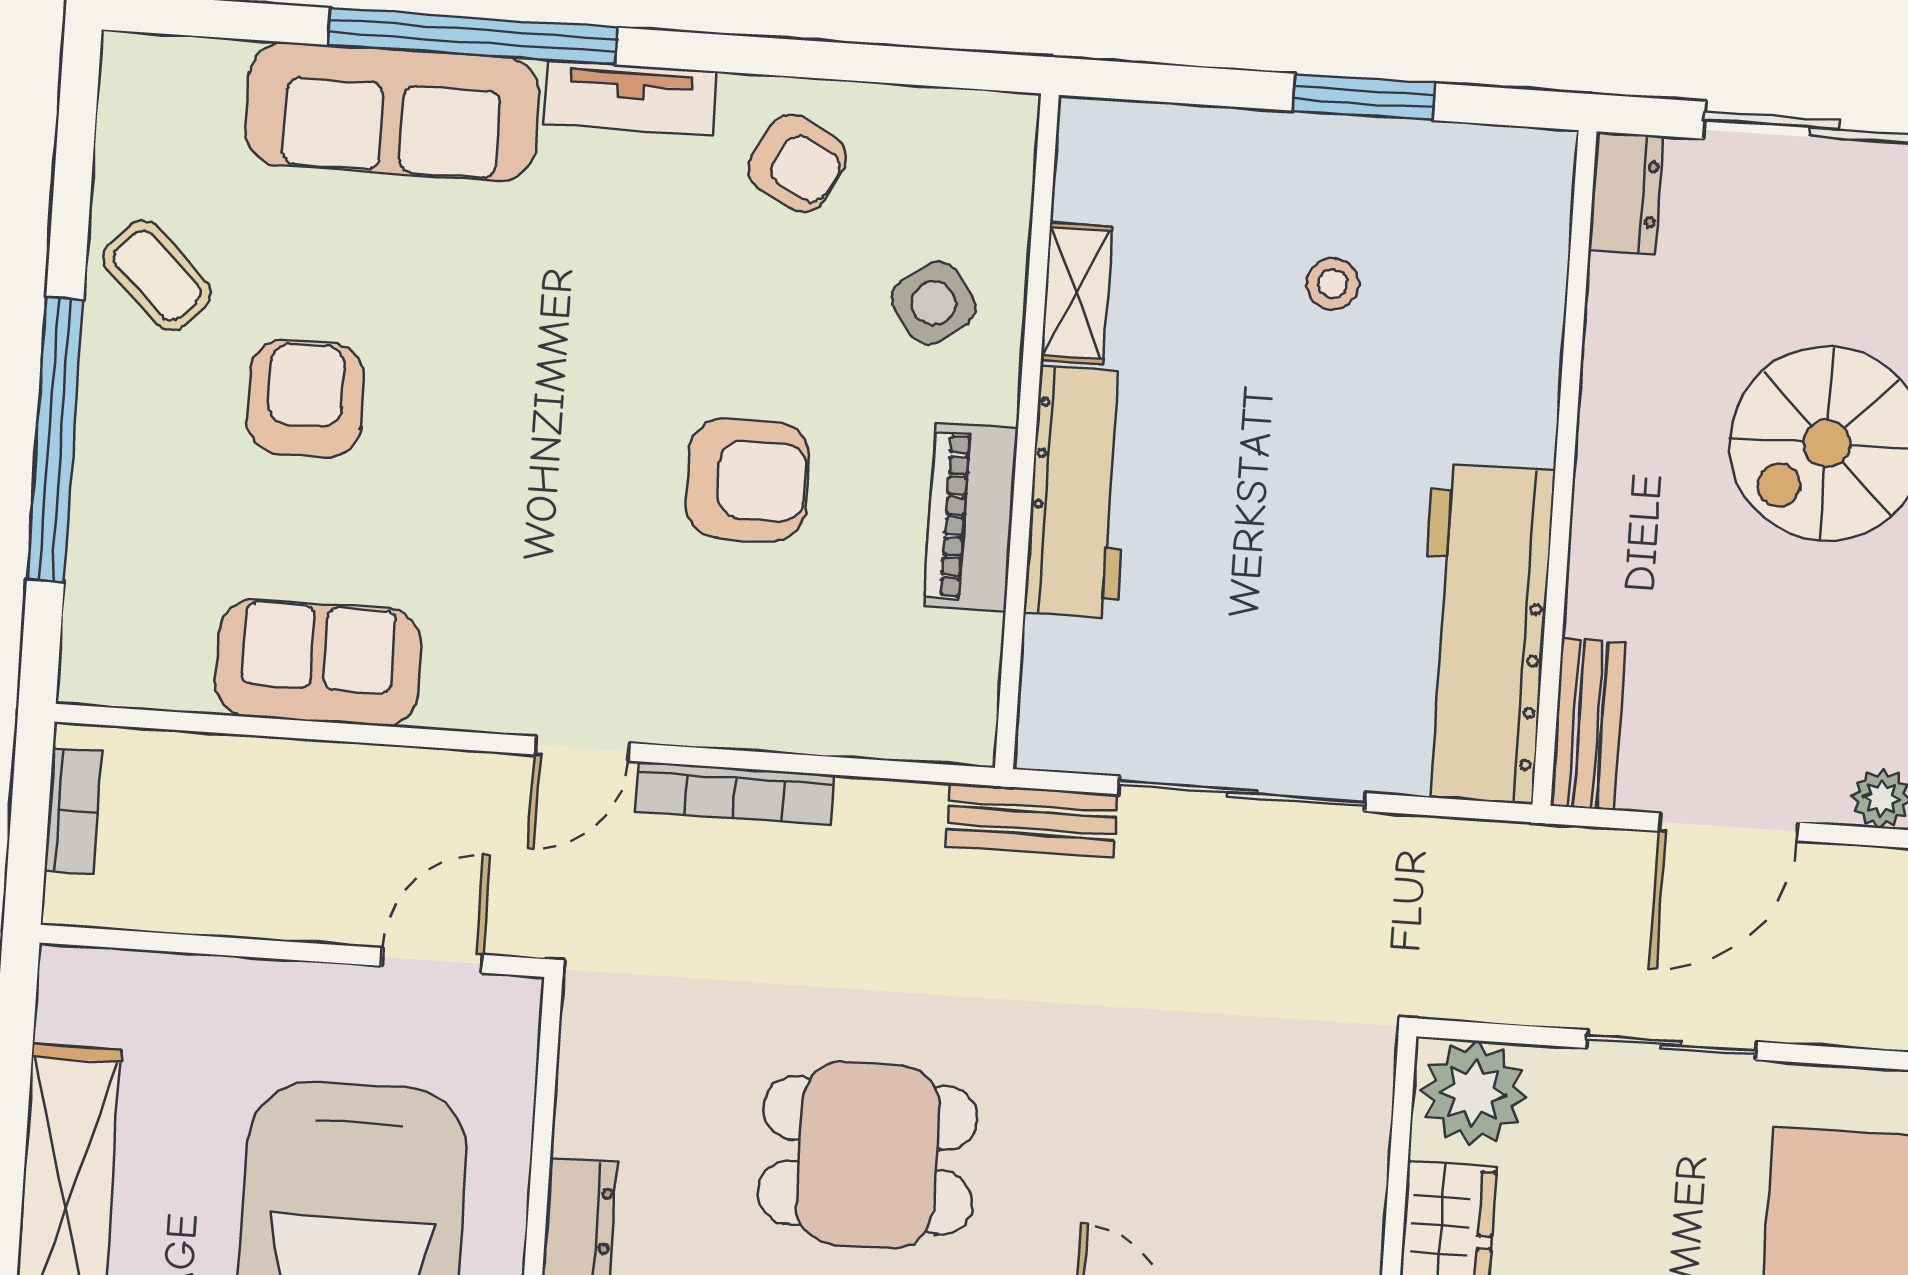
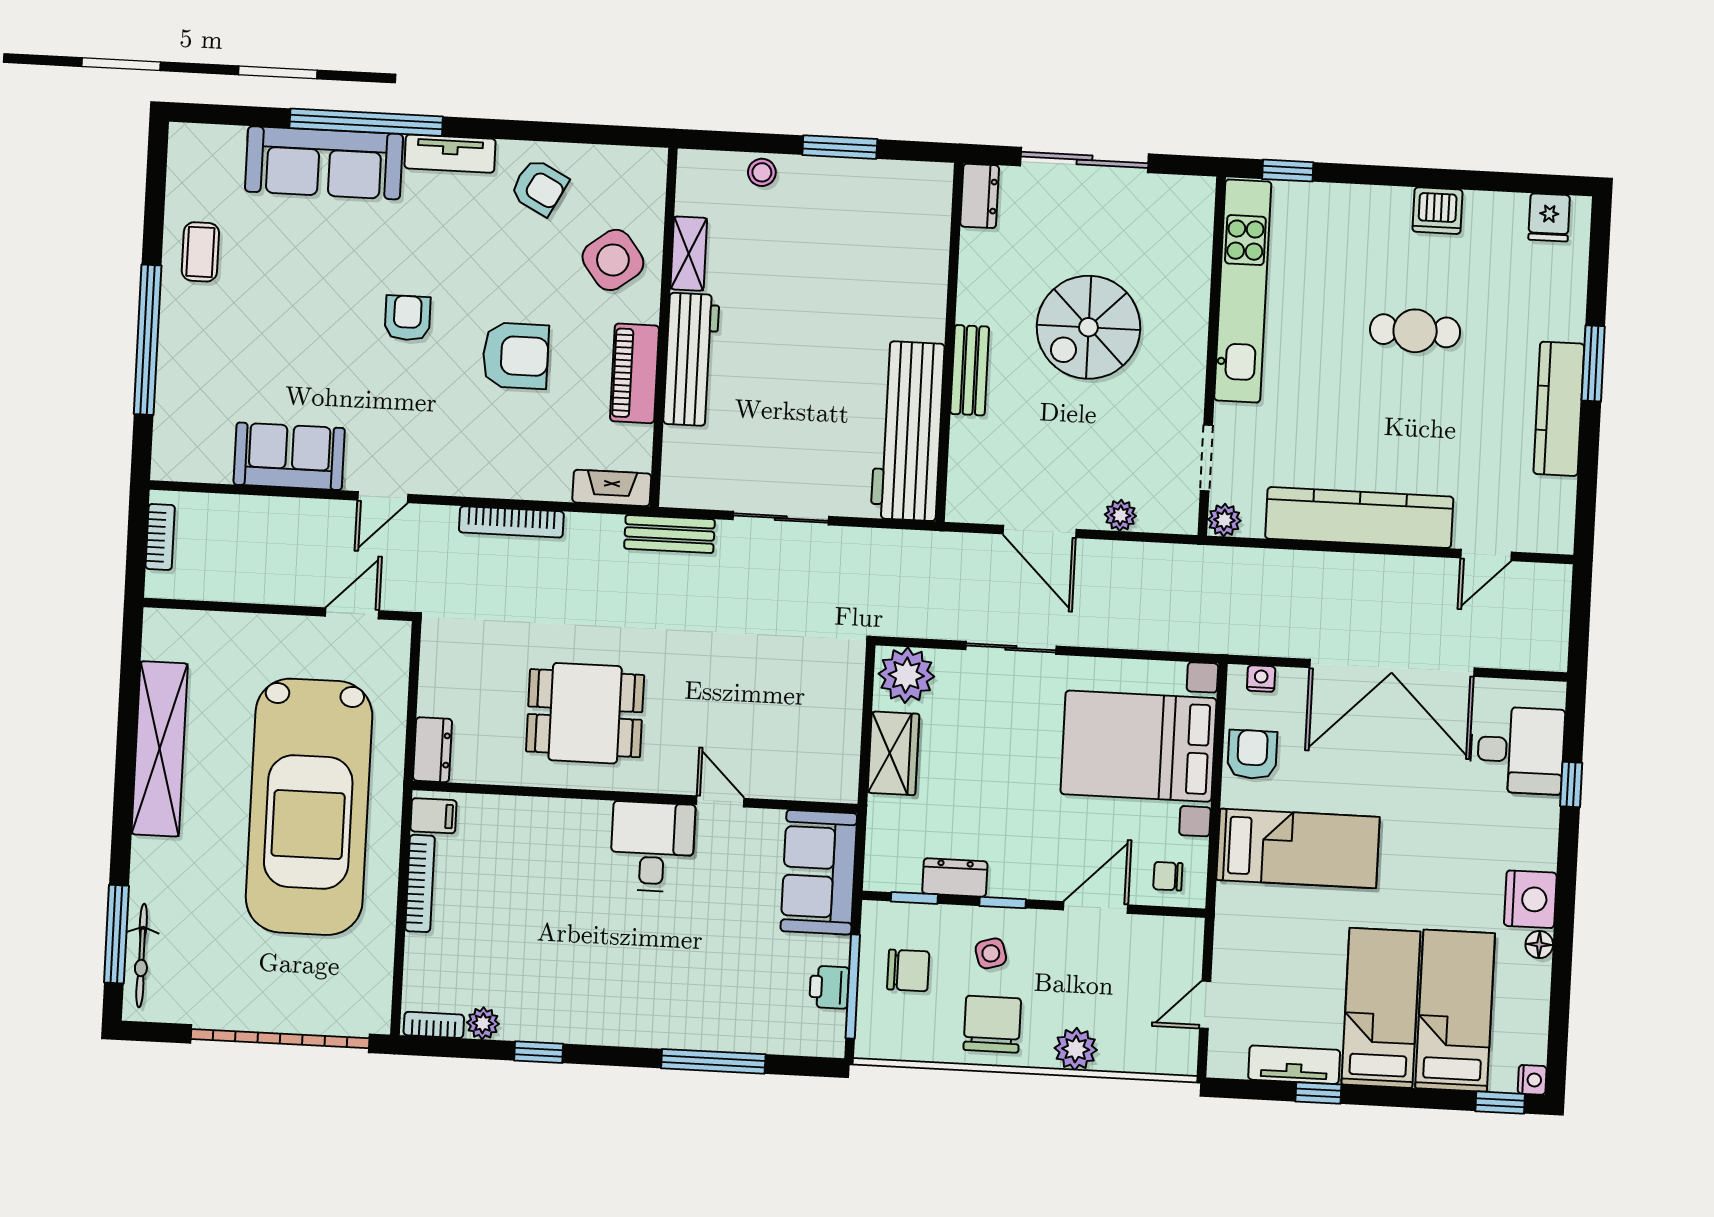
coffee table: (157, 275) -> (200, 252), turned 46
stool: (1333, 284) -> (762, 172), moved
side table: (934, 303) -> (613, 260), width x1.37, depth x1.37
armchair: (306, 399) -> (407, 318), moved, width x0.72, depth x0.72
bench: (1588, 724) -> (970, 370), moved
fireplace: (925, 732) -> (612, 488), added
door: (582, 749) -> (383, 497), moved
sliding door: (1242, 794) -> (781, 518), width x0.73
door: (1728, 827) -> (1039, 532), hinge flipped

